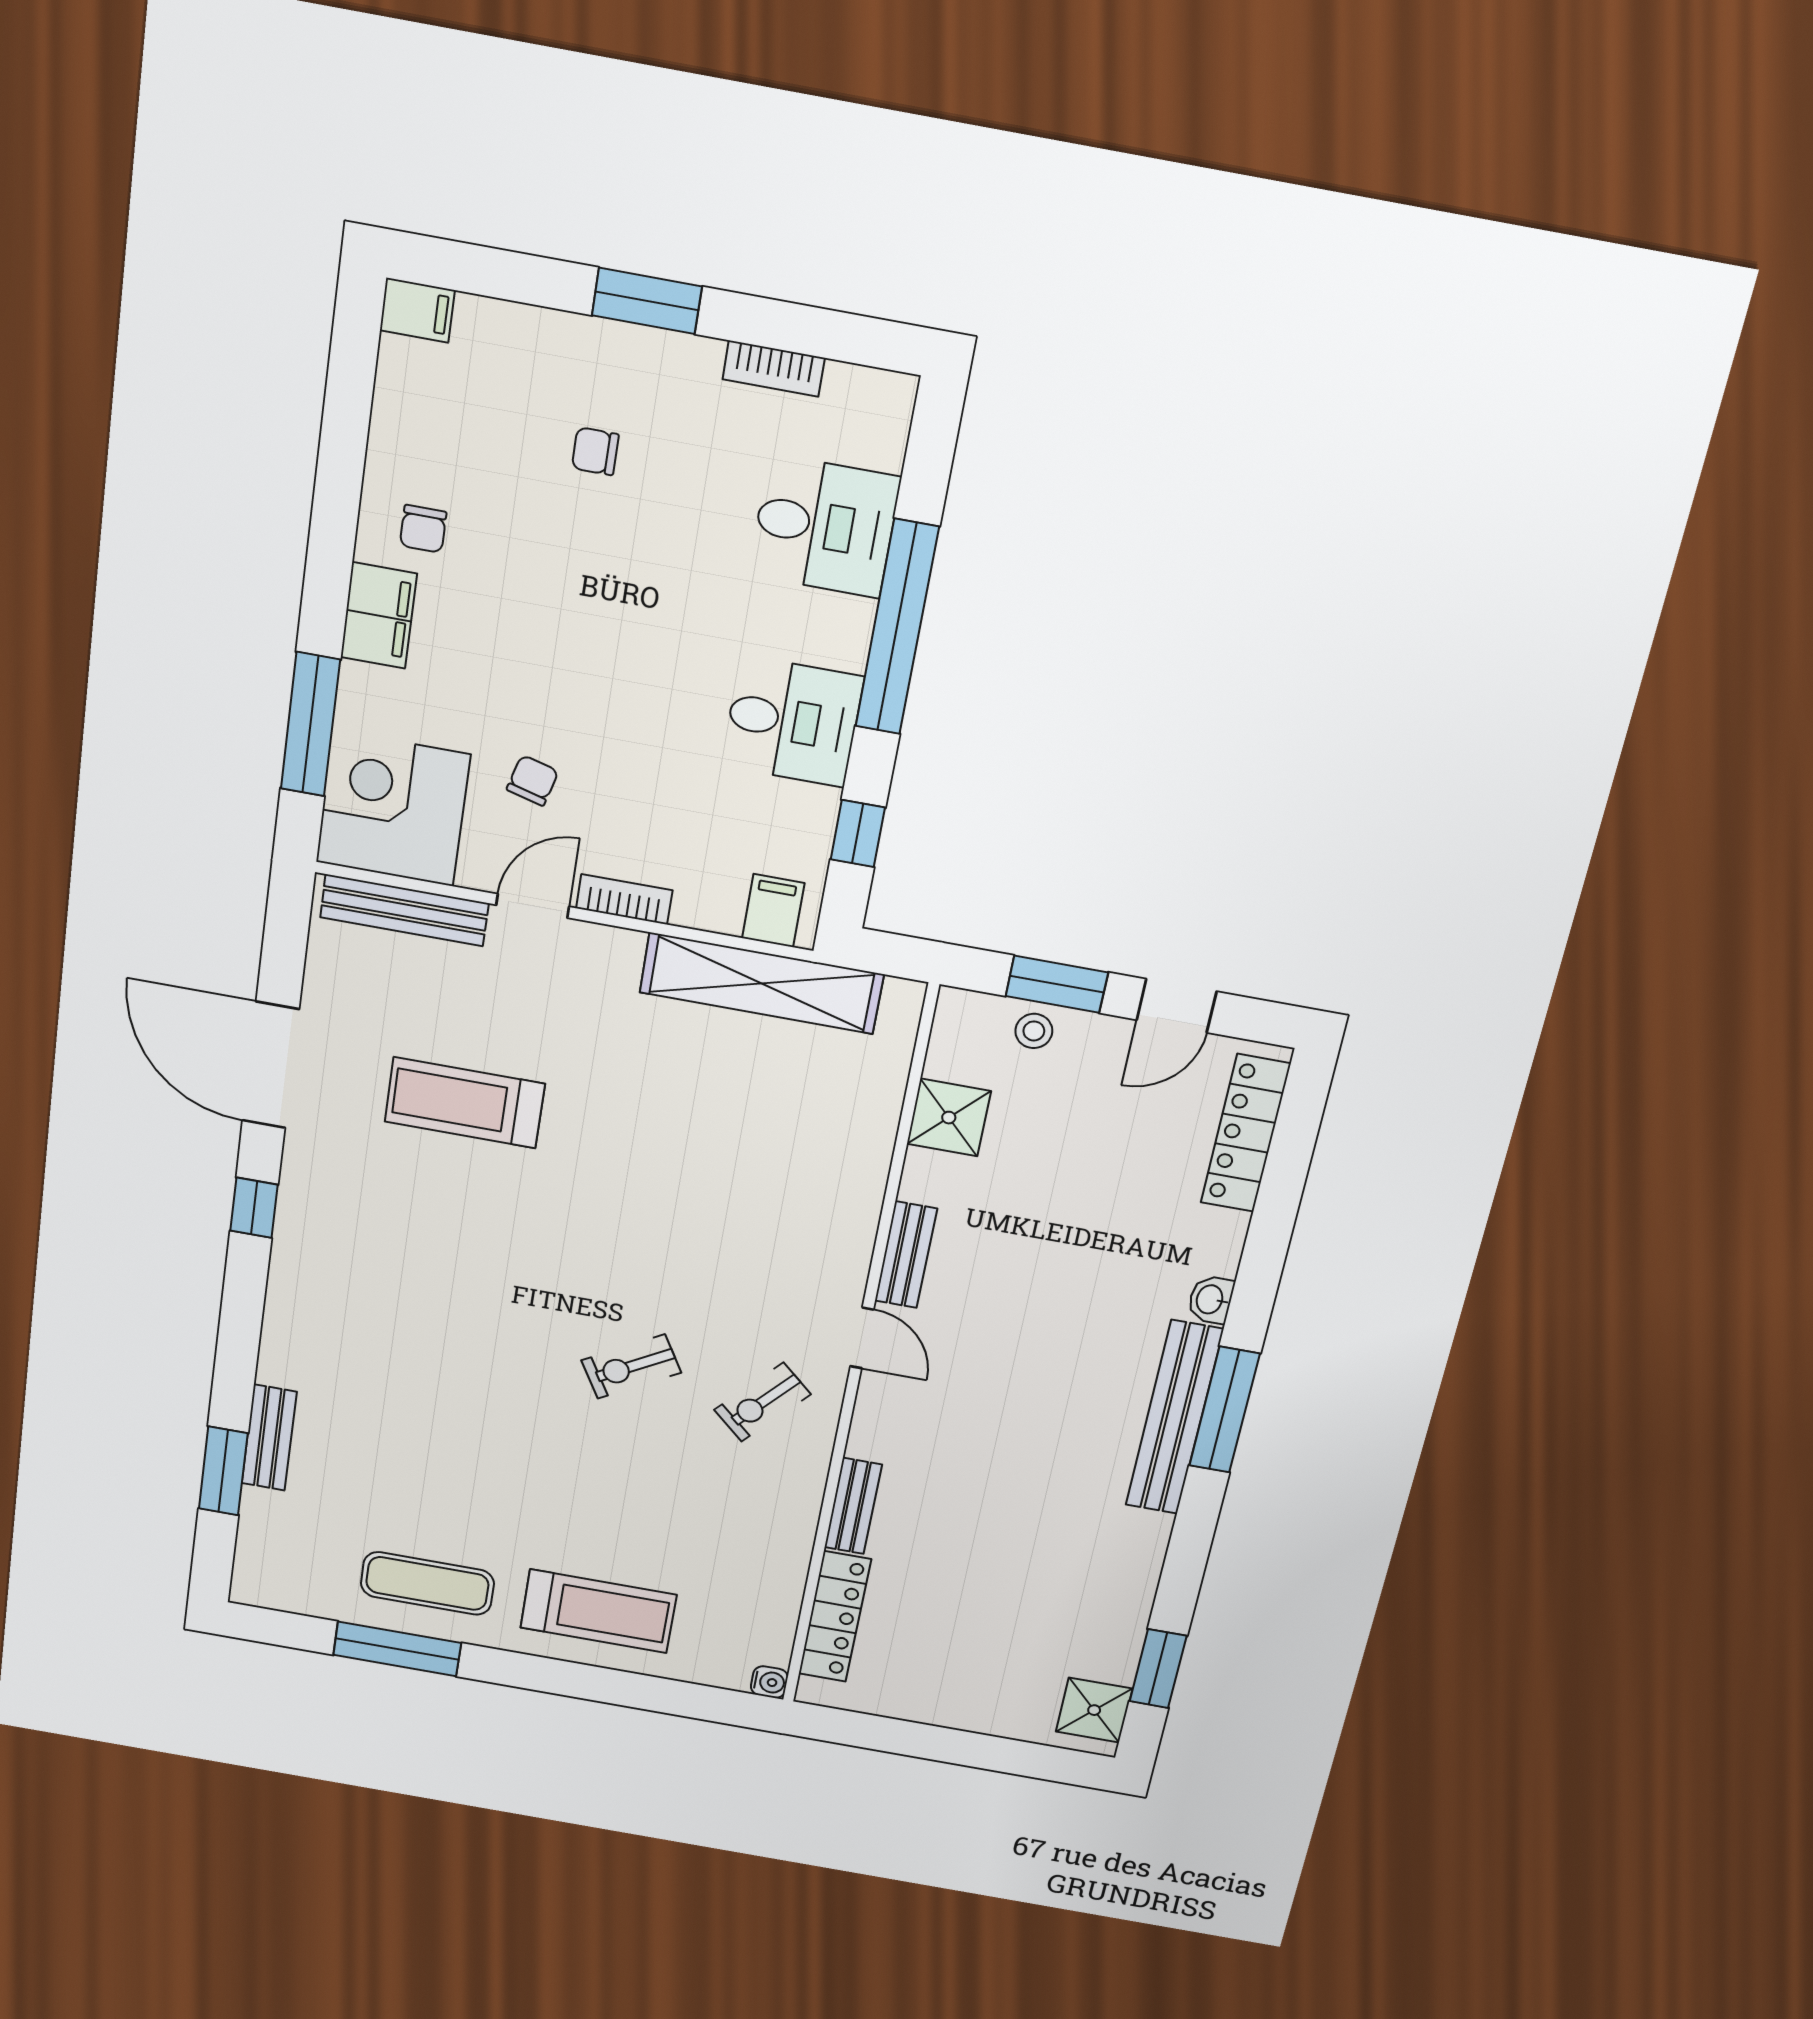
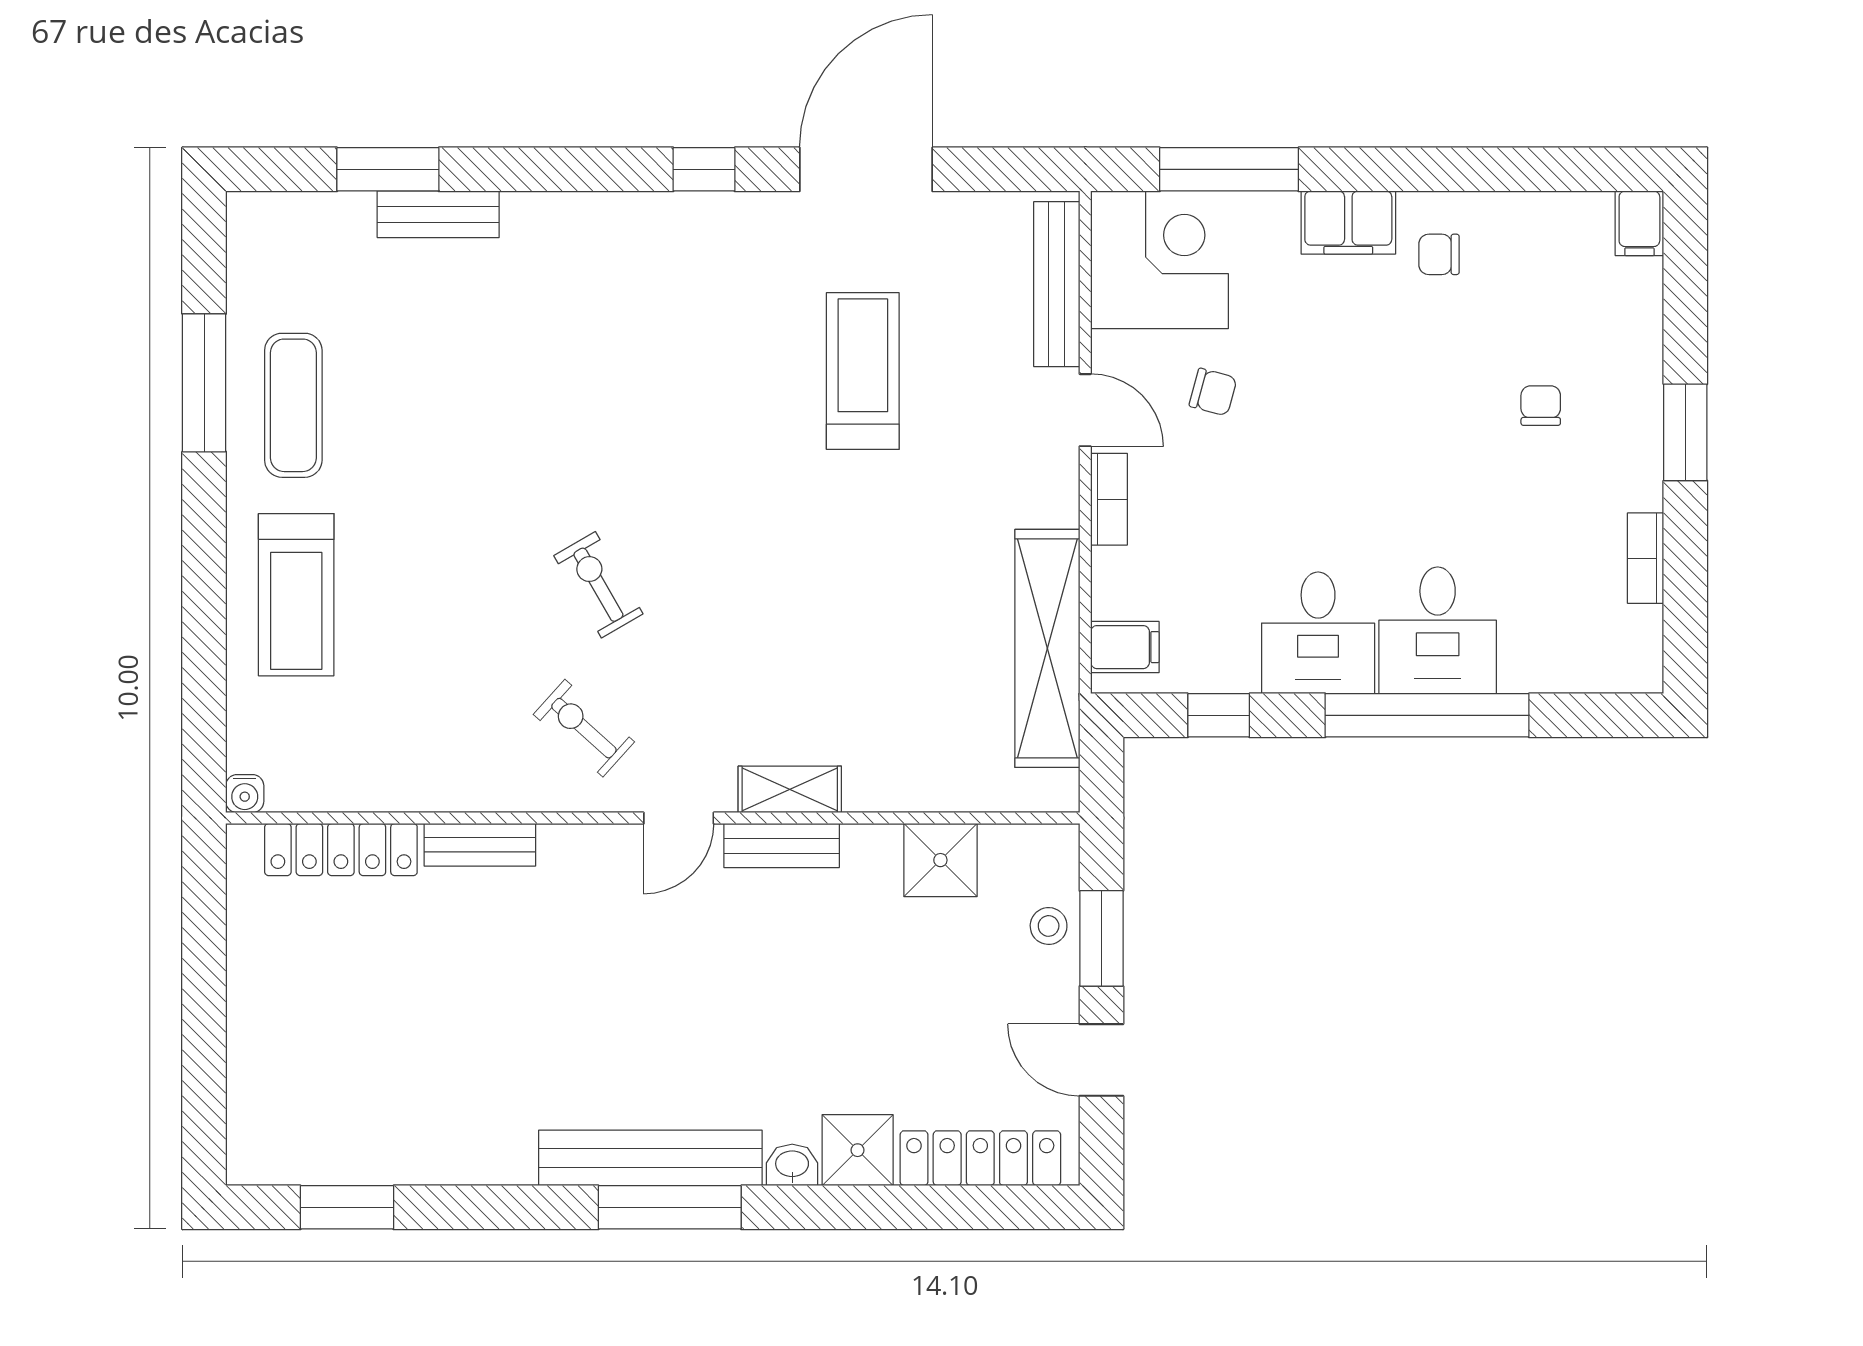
desk: (825, 526) -> (1438, 630), moved
shelving: (854, 1238) -> (790, 789), added
shower: (1094, 1710) -> (858, 1150), moved

